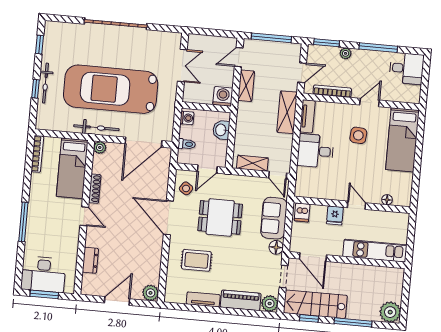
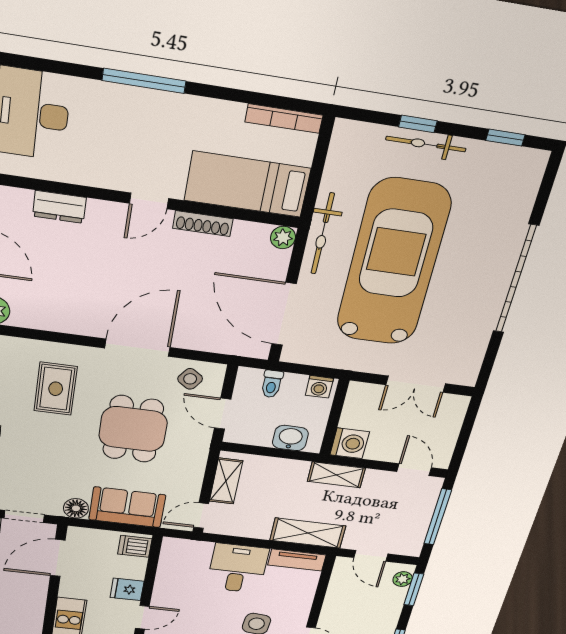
plant: (346, 53) -> (403, 579), moved
shelving: (246, 86) -> (336, 475), moved
bookcase: (332, 91) -> (333, 594), removed

